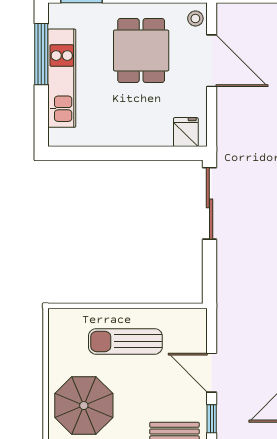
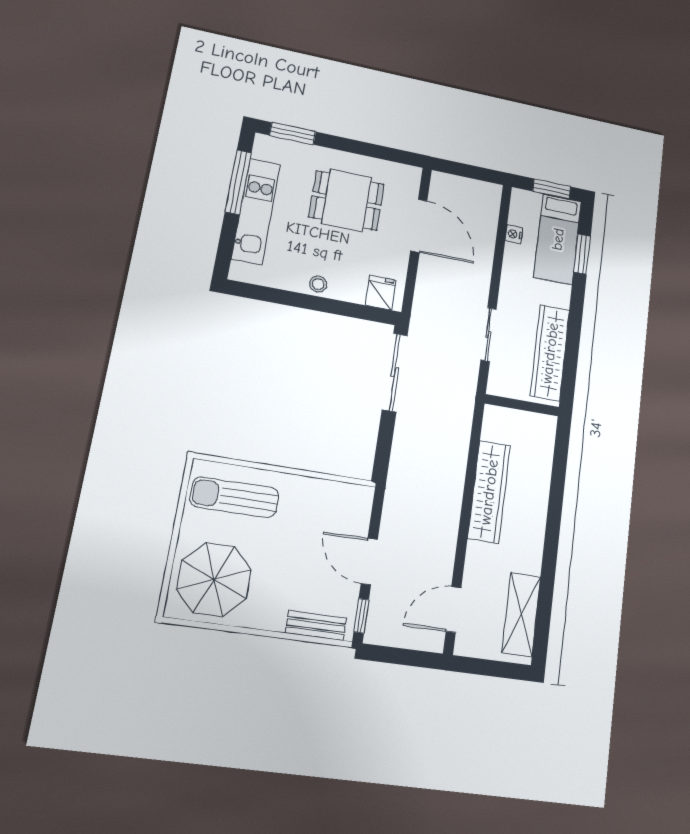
stool: (195, 18) -> (318, 284), moved
dining table: (141, 51) -> (347, 201), turned 90
sun lounger: (125, 341) -> (235, 497), moved

